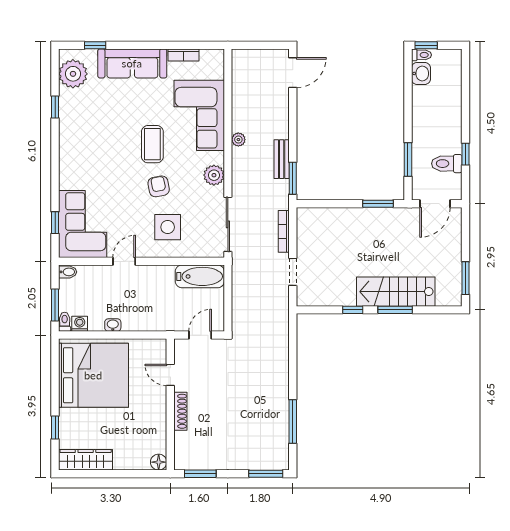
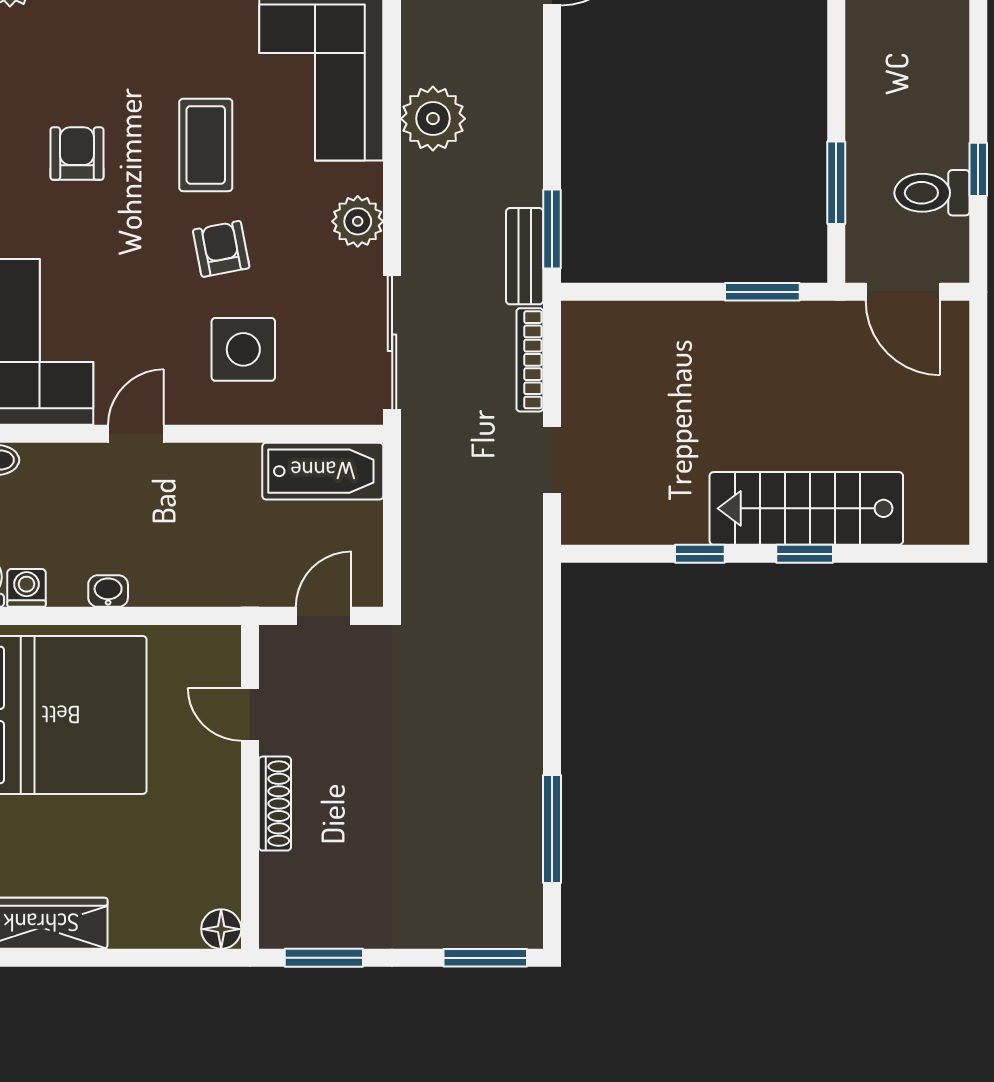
plant: (238, 140) -> (433, 119), width x1.87, depth x1.87
armchair: (100, 148) -> (77, 154), added
bench: (282, 159) -> (525, 256), moved
door: (435, 204) -> (903, 292), hinge flipped
window: (466, 278) -> (978, 475), removed
window: (395, 310) -> (805, 554), width x0.67

